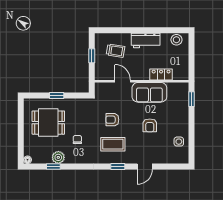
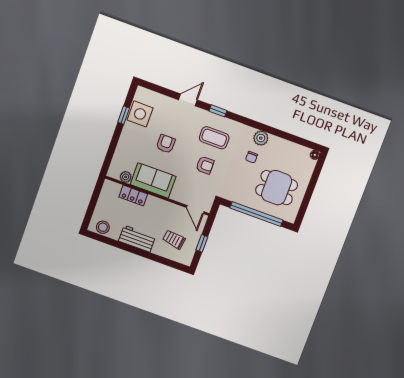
door: (123, 81) -> (195, 210), moved
plant: (172, 87) -> (126, 177), added
window: (57, 95) -> (256, 214), width x3.17
window: (191, 99) -> (124, 115), moved
side table: (179, 142) -> (140, 114), width x1.87, depth x1.87
plant: (58, 157) -> (261, 138), moved
window: (53, 166) -> (289, 137), removed

